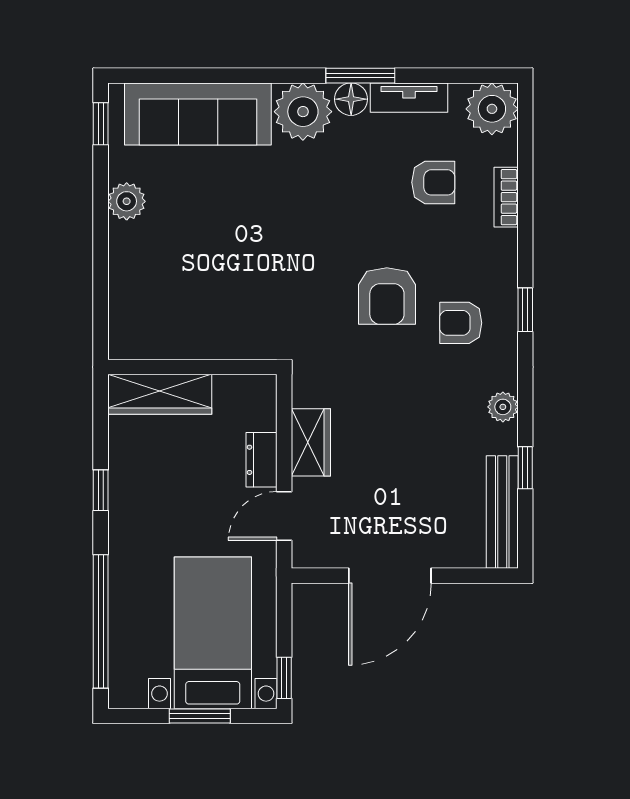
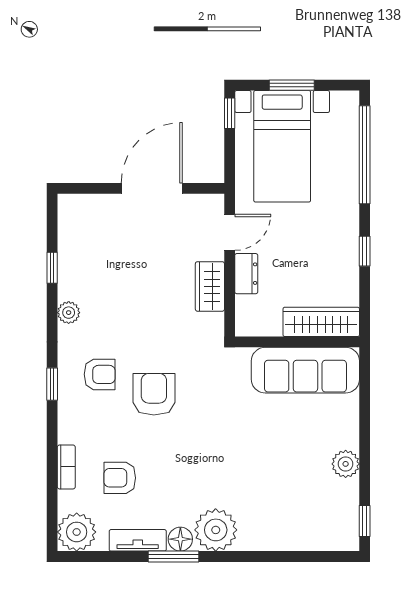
sofa: (198, 114) -> (305, 370), moved, turned 180
bench: (502, 512) -> (69, 235), removed

